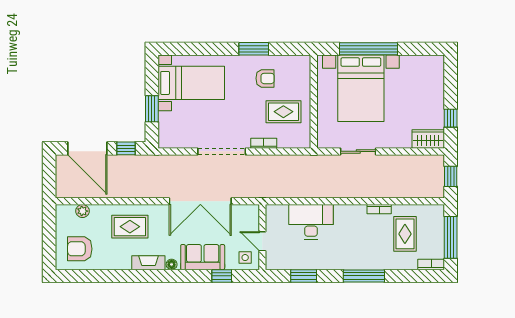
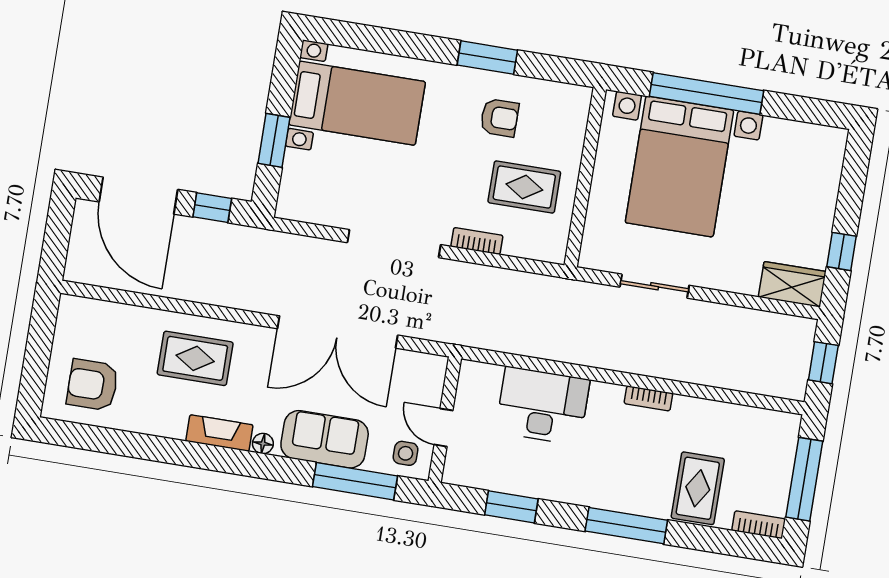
bookcase: (379, 209) -> (648, 398), moved
plant: (82, 211) -> (110, 314), removed
rug: (405, 234) -> (698, 488), moved
window: (222, 276) -> (355, 481), width x2.17

